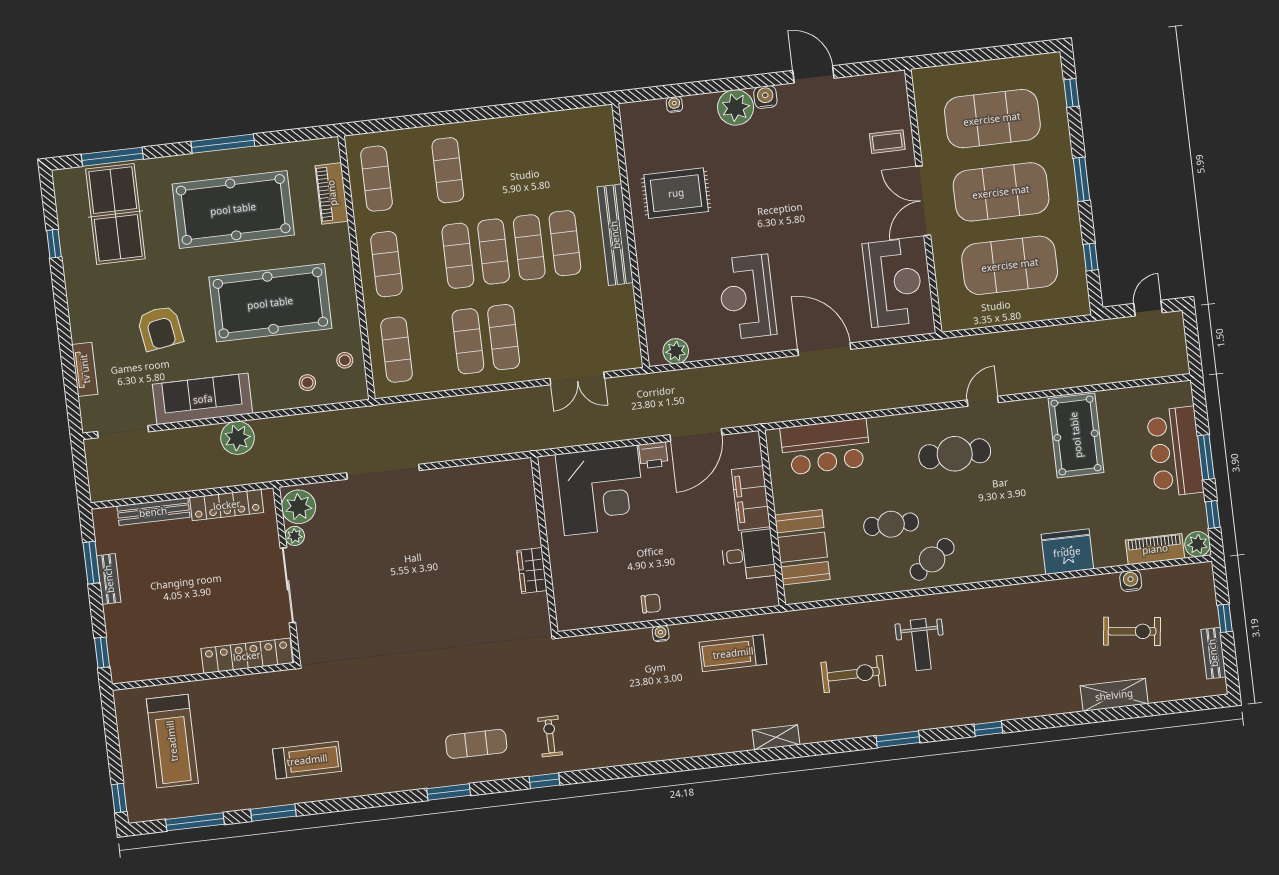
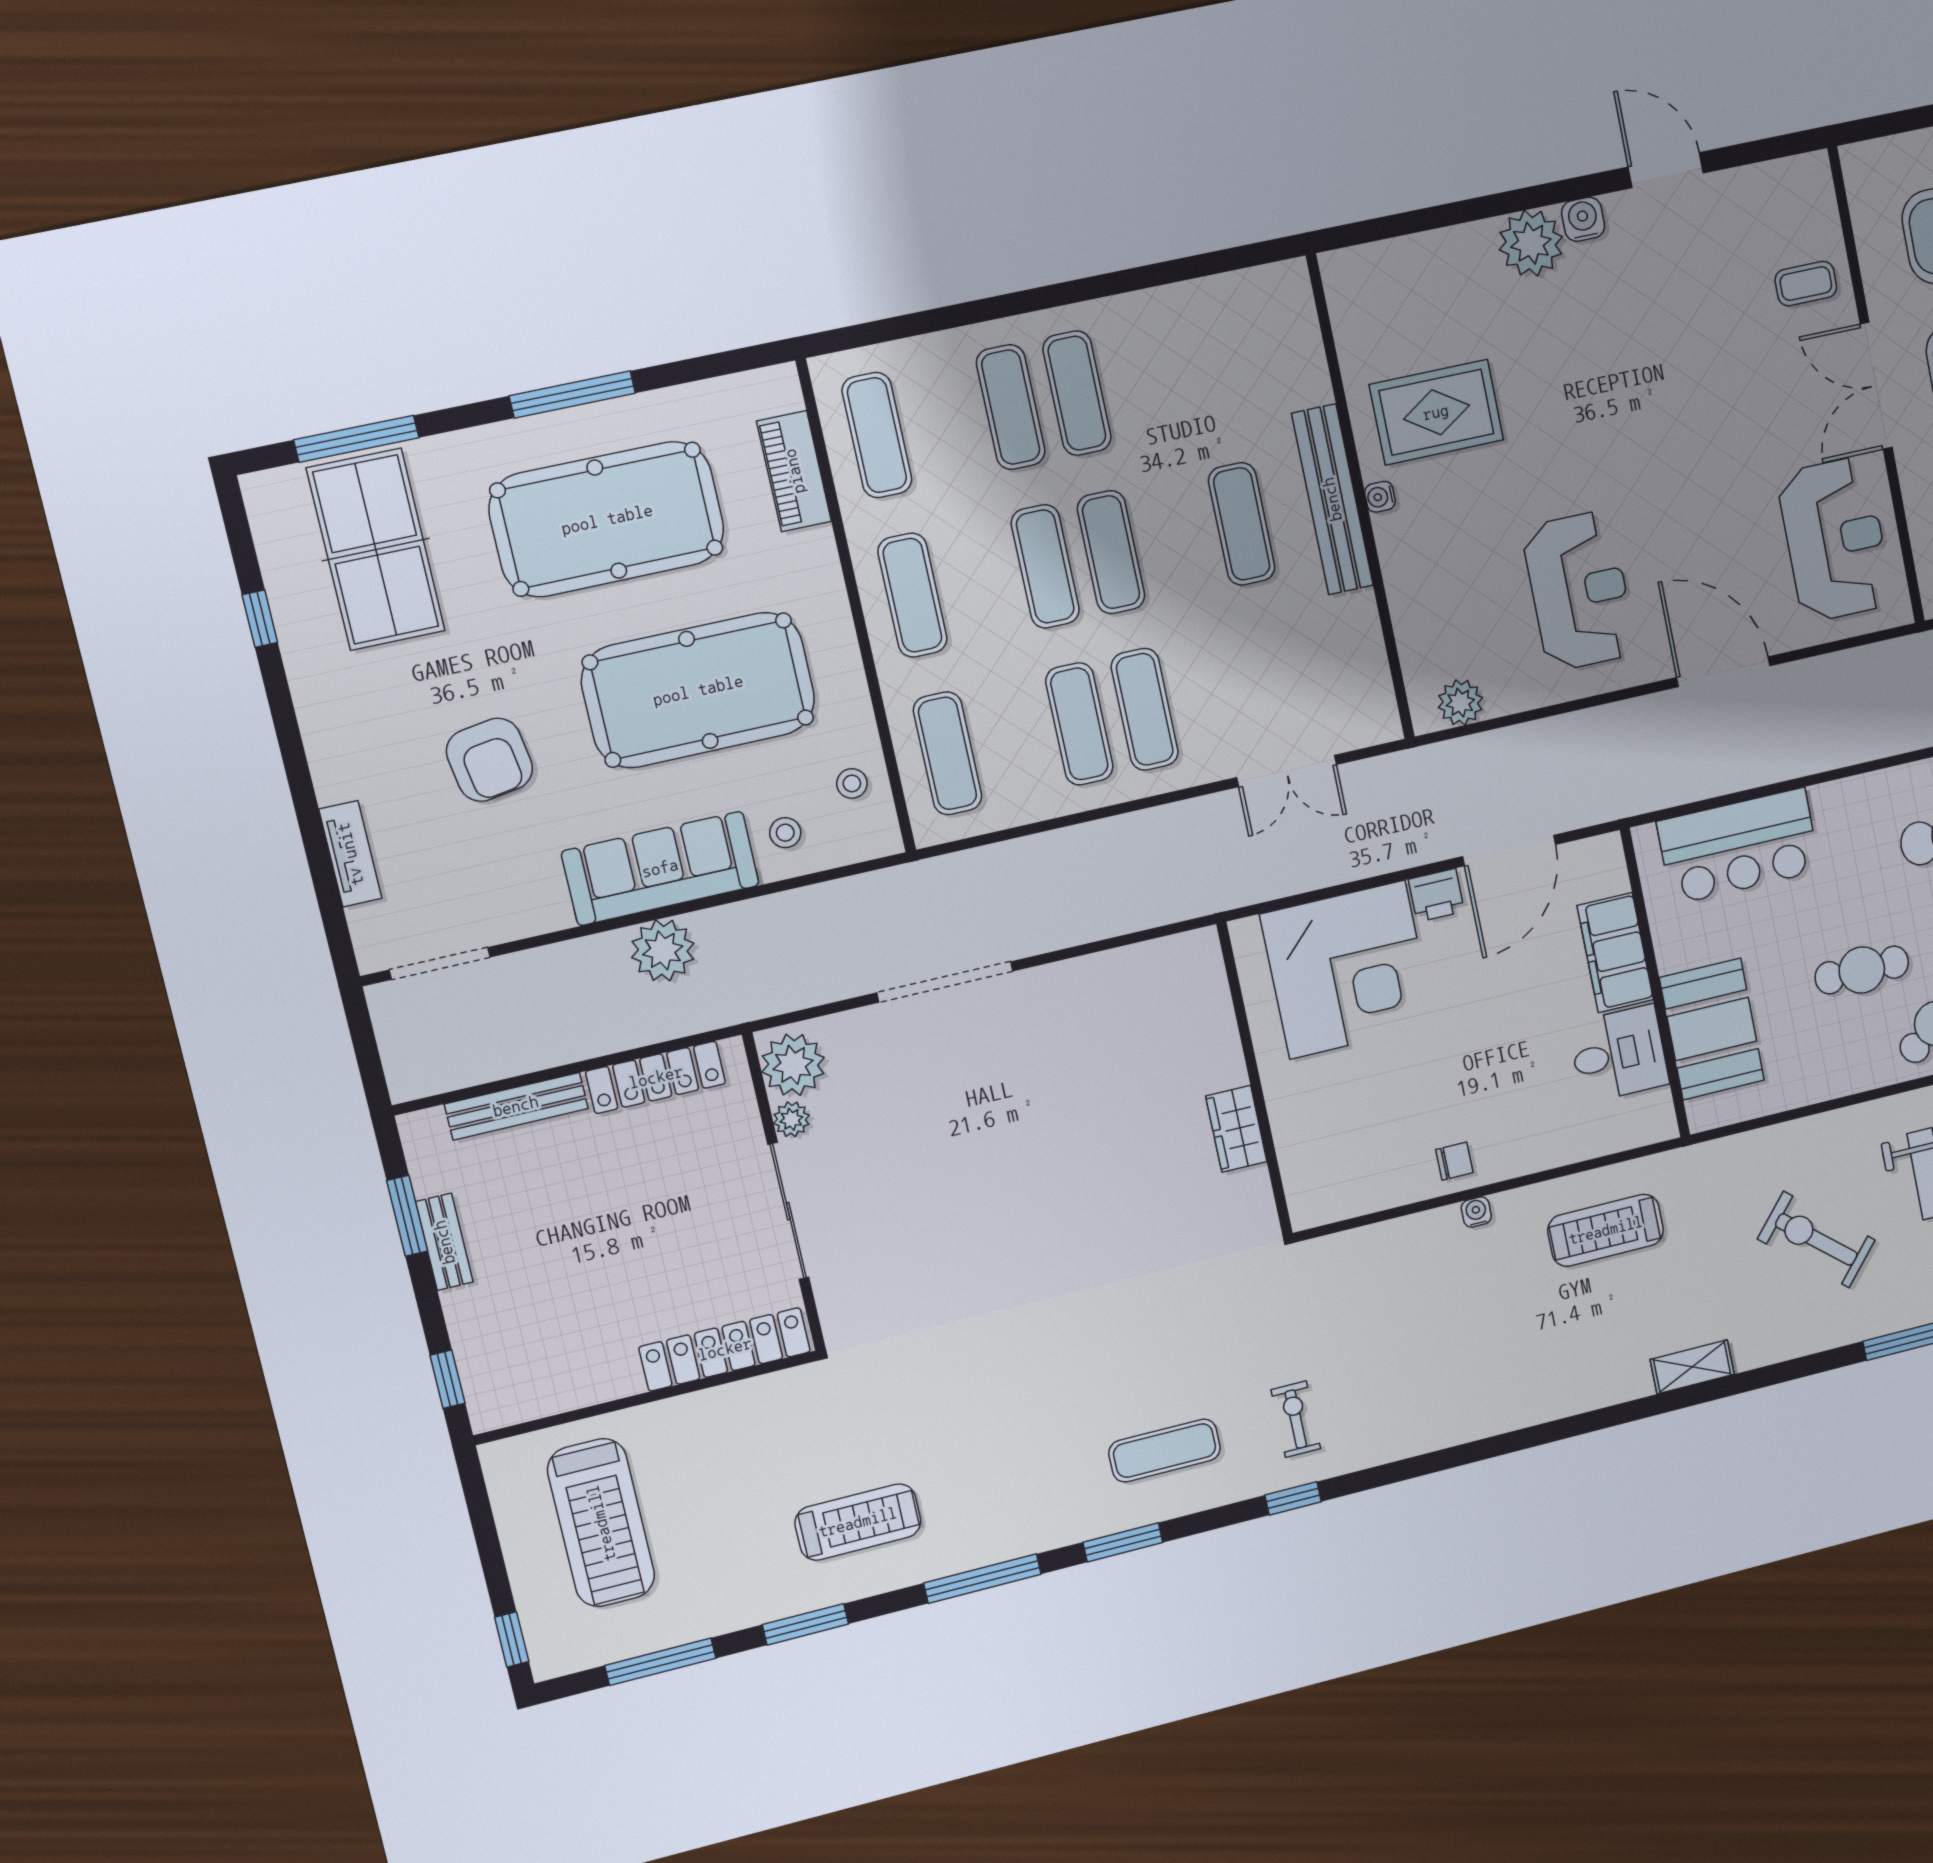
water cooler: (674, 104) -> (1380, 497), moved, turned -90
exercise mat: (529, 247) -> (1077, 393), moved
reception desk: (747, 297) -> (1579, 591), turned 180
sofa: (203, 399) -> (660, 868), moved
exercise bike: (853, 674) -> (1816, 1240), turned -139
window: (371, 801) -> (982, 1579), added

